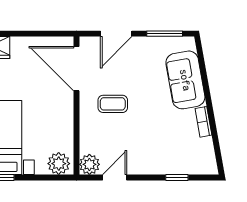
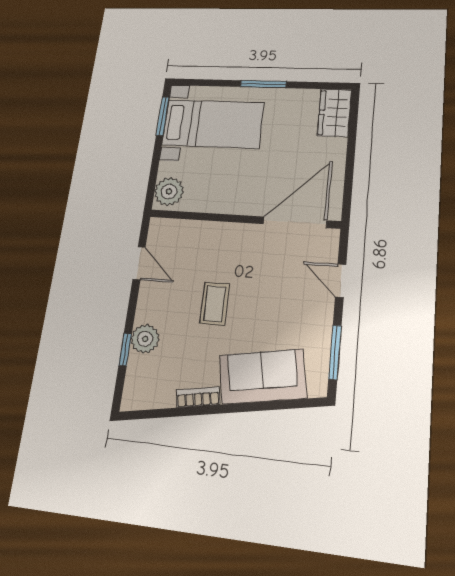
door: (116, 34) -> (341, 281), width x0.73
coffee table: (113, 104) -> (215, 304), moved
plant: (89, 164) -> (145, 339), moved

